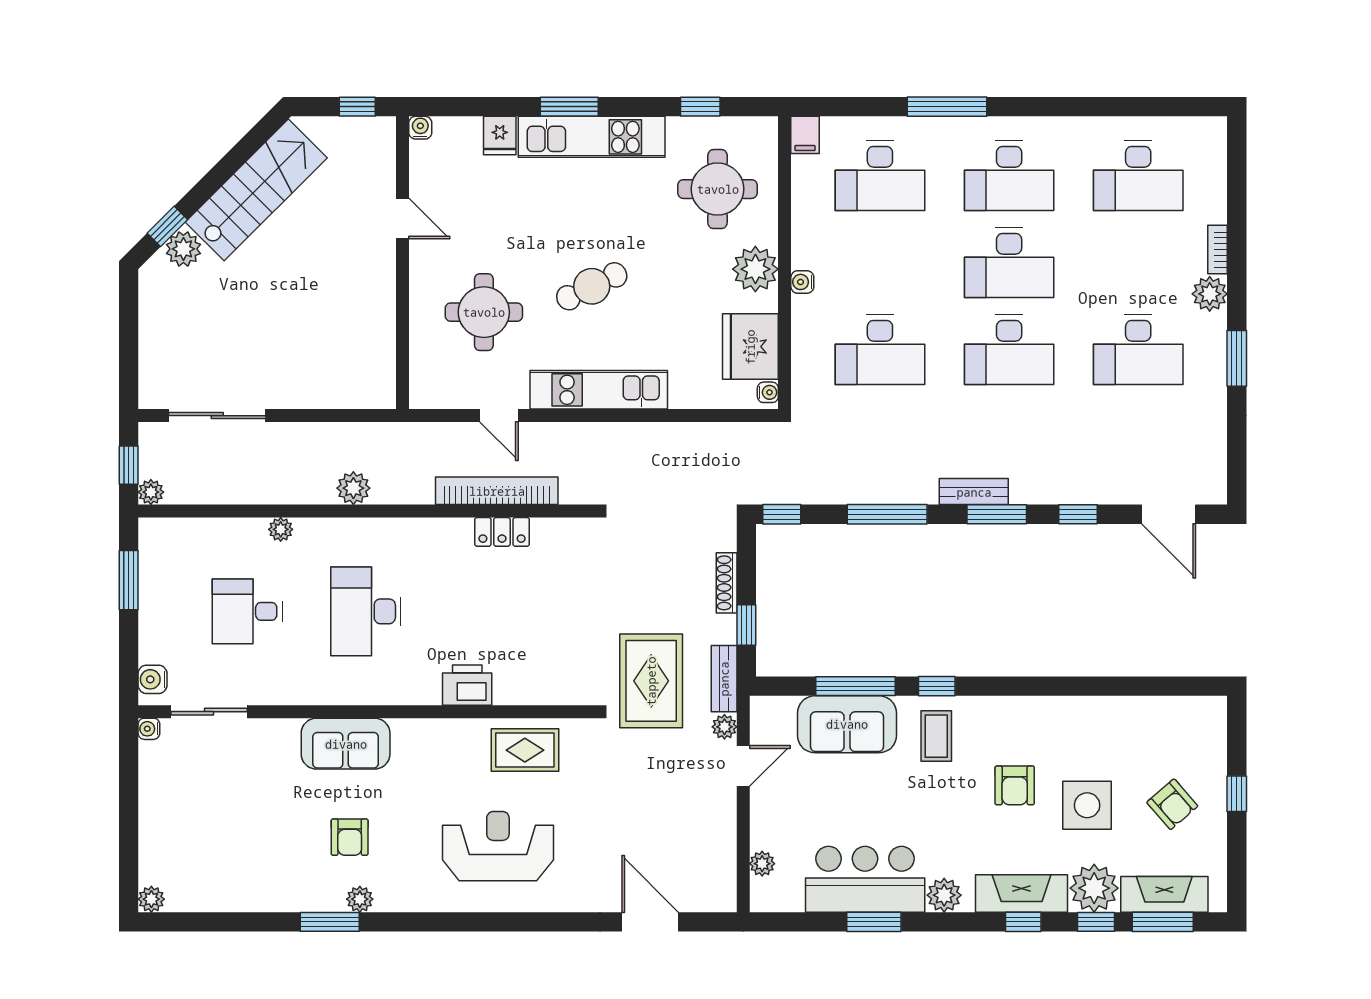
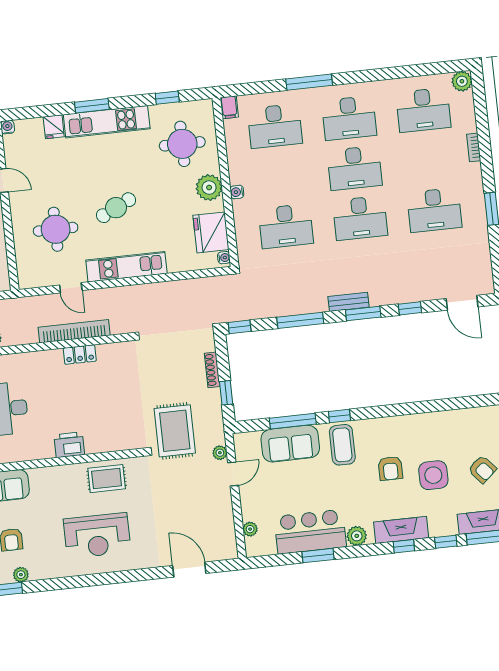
plant: (1210, 294) -> (462, 81), moved
bench: (724, 679) -> (217, 425), removed
coffee table: (936, 736) -> (342, 445), width x1.36, depth x1.30
reception desk: (498, 846) -> (97, 536), turned 180
plant: (1094, 888) -> (443, 522), removed

